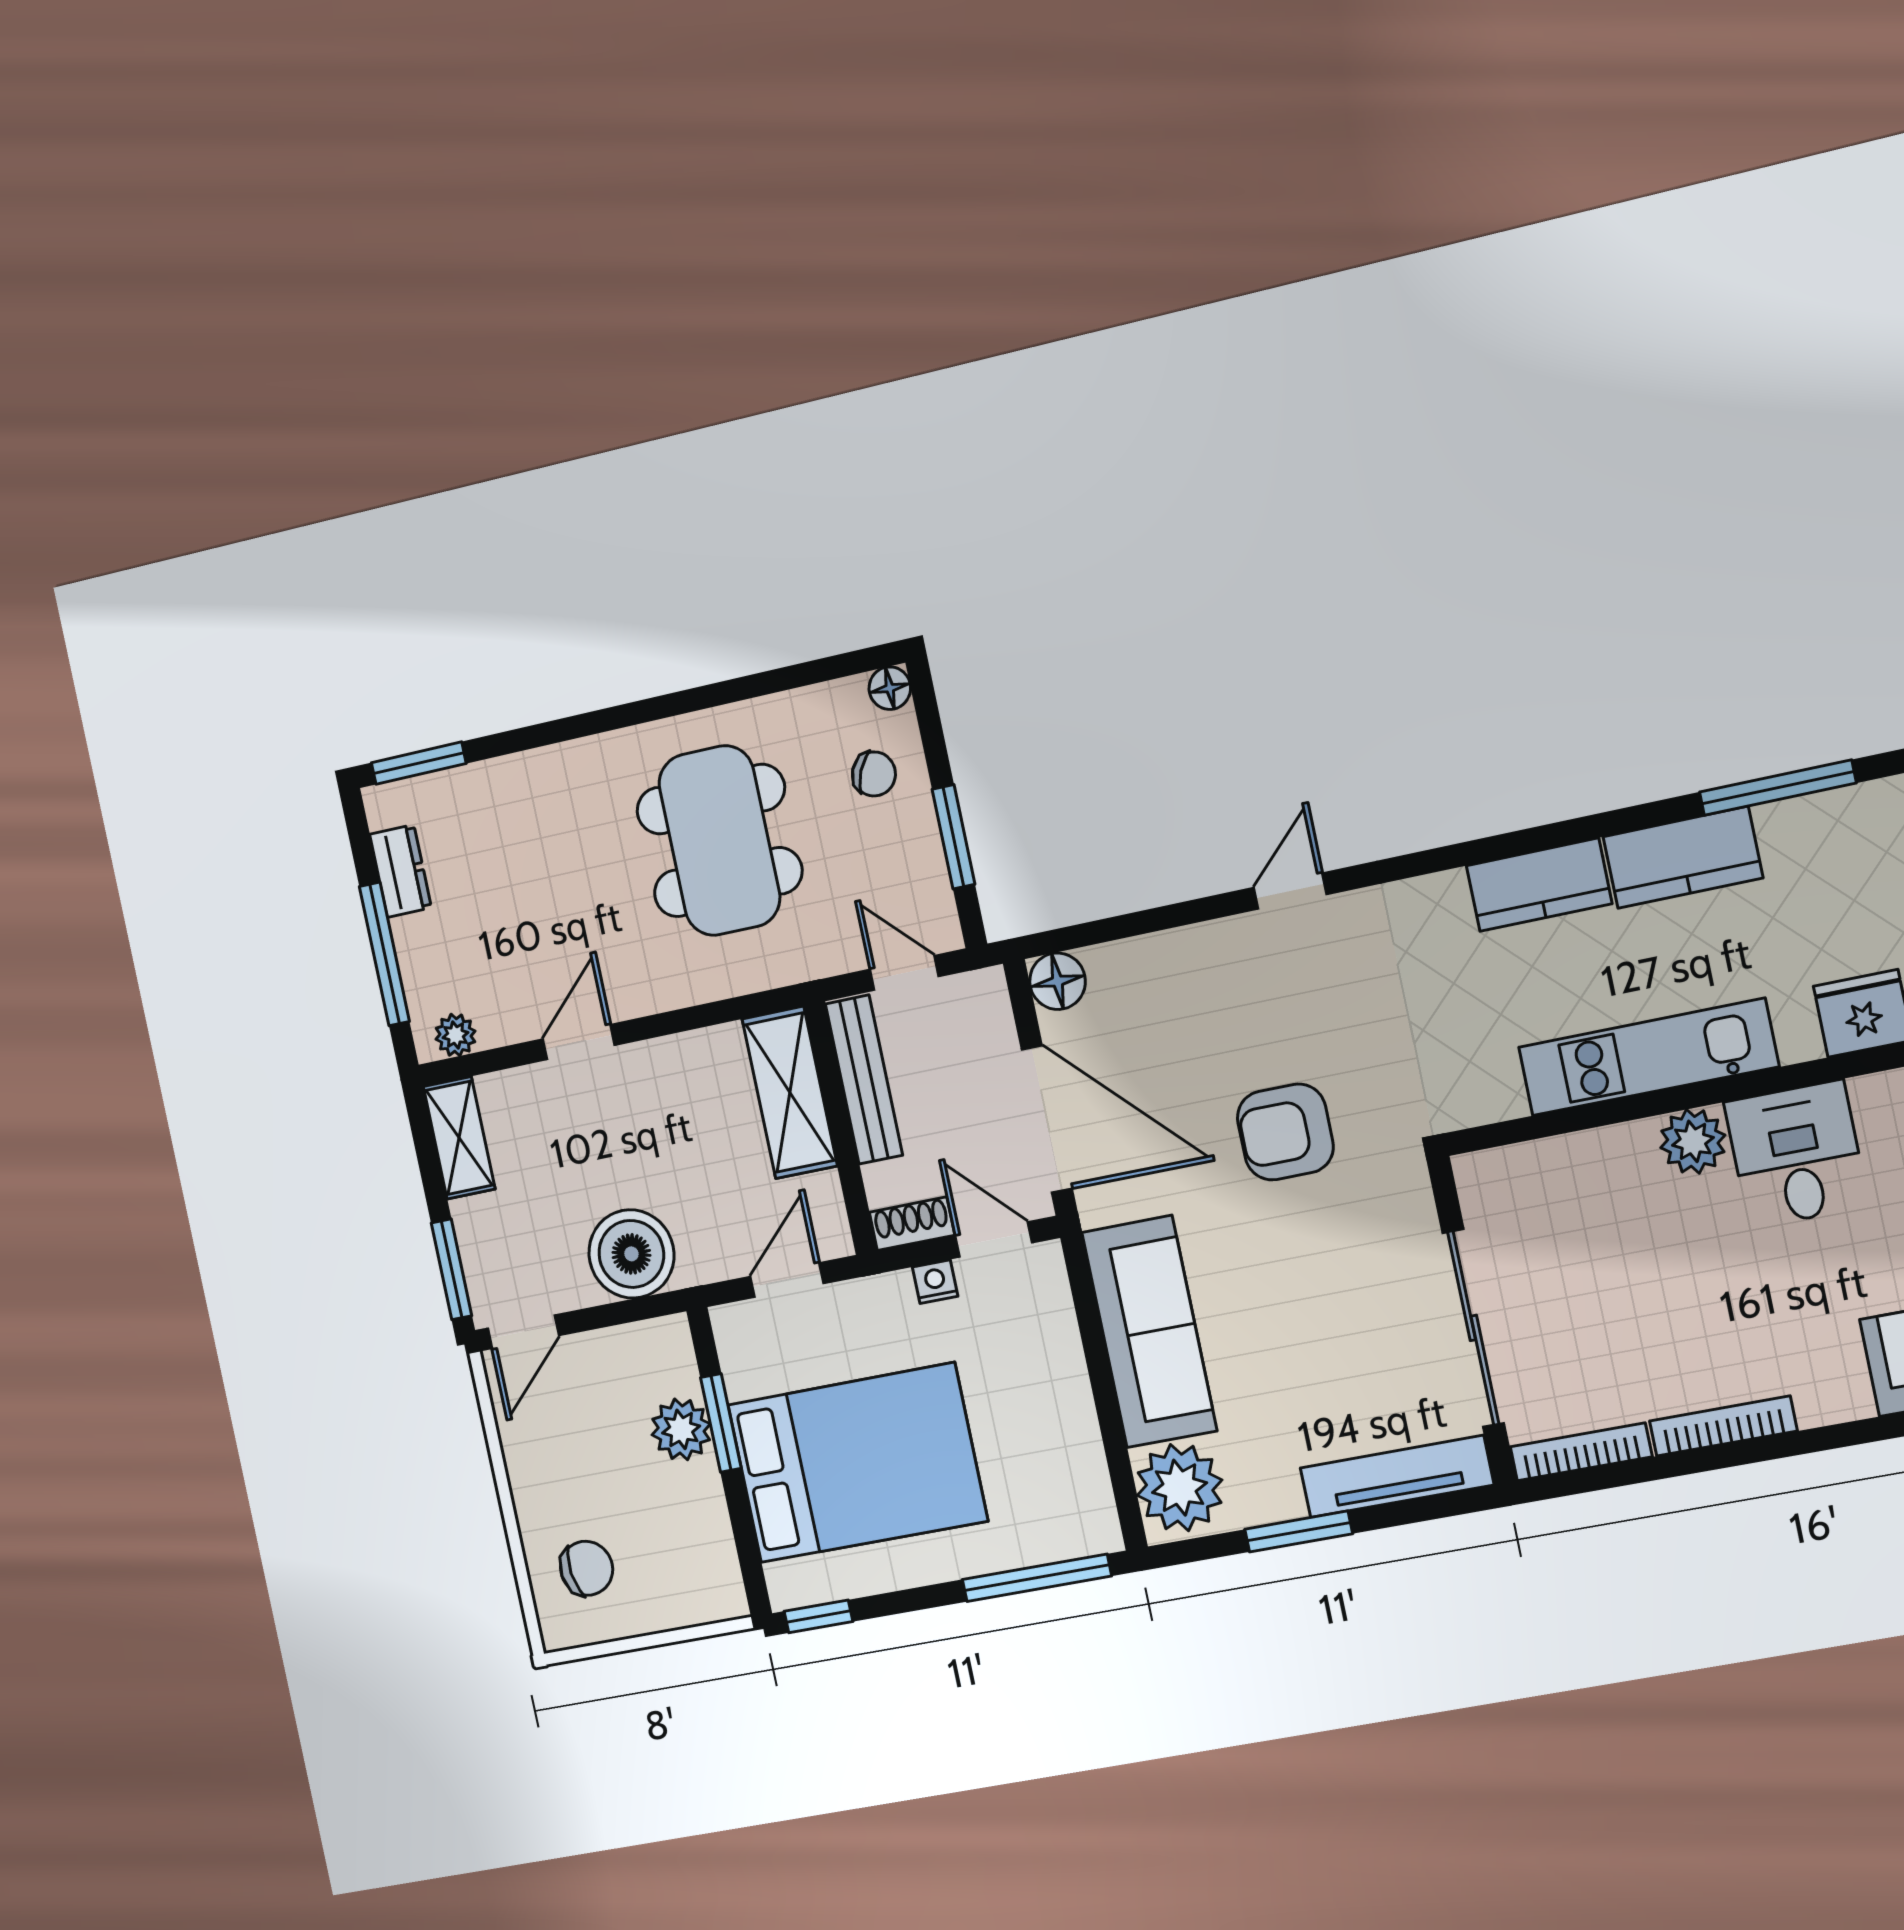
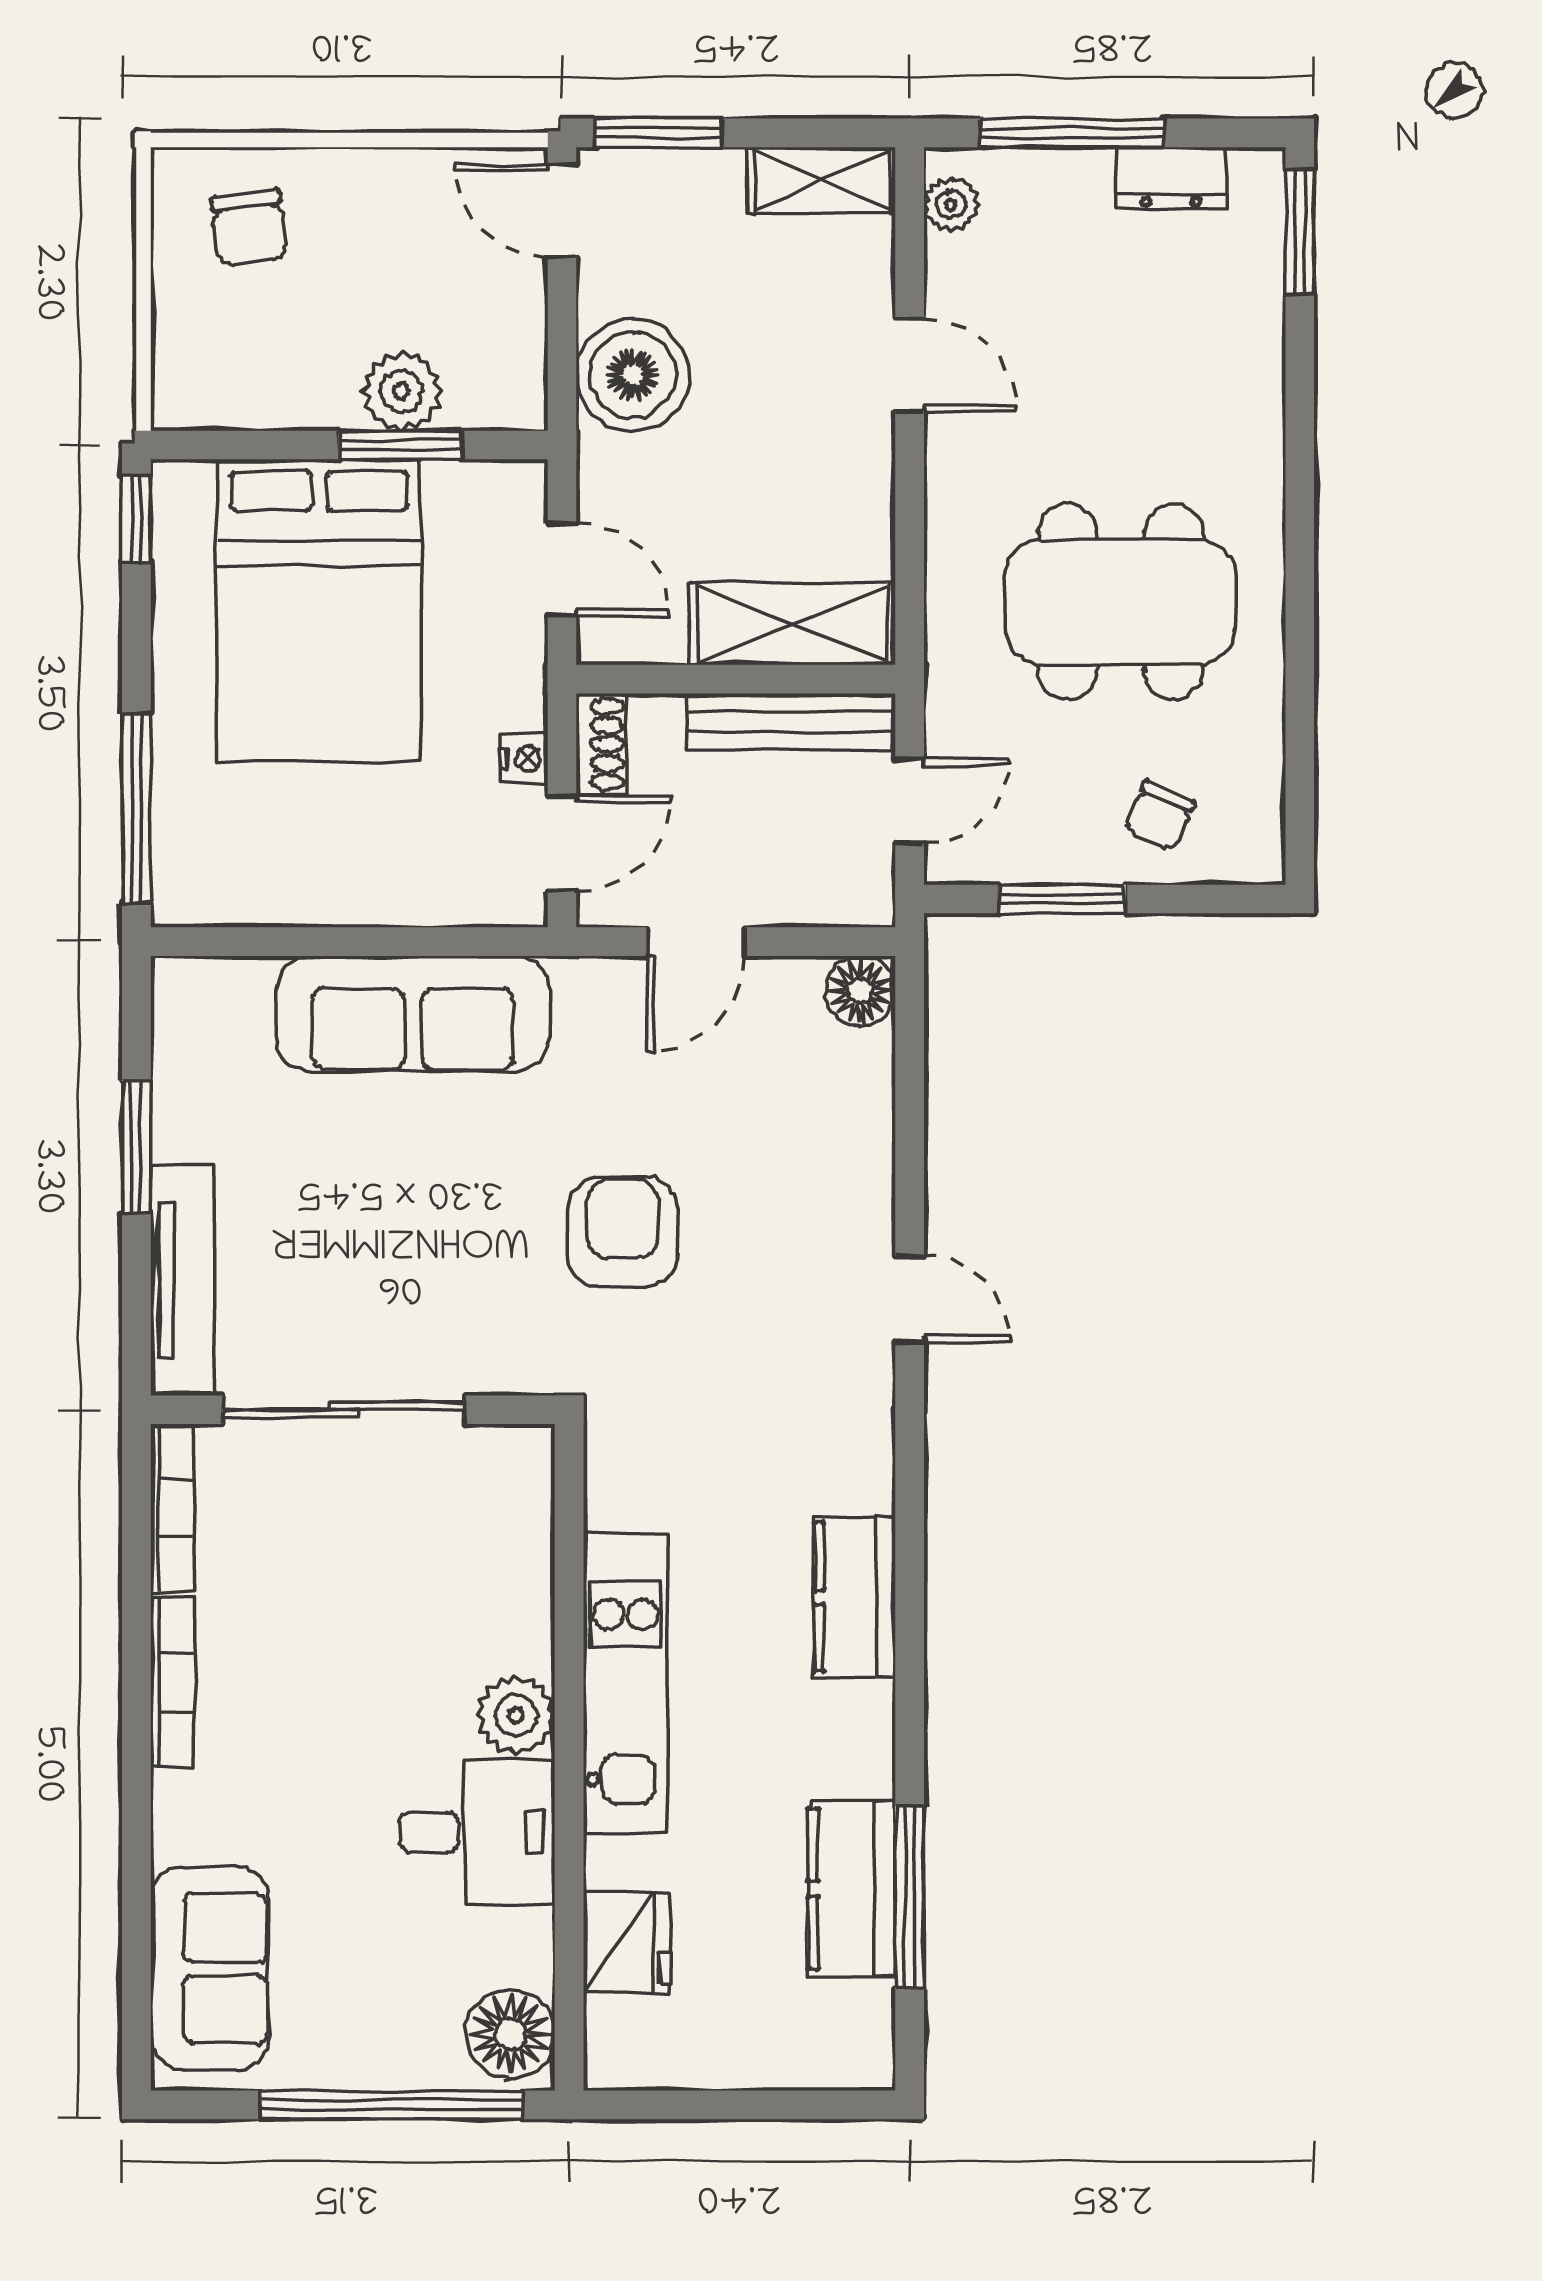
floor lamp: (890, 688) -> (1259, 858), removed
kitchen counter: (1683, 857) -> (852, 1889), moved
door: (1047, 1119) -> (696, 942), width x0.53
plant: (1180, 1488) -> (216, 1011), removed

